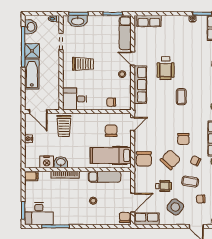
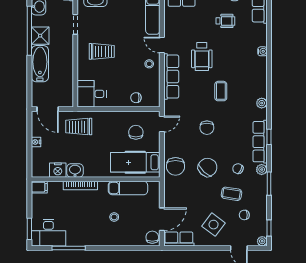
trolley: (64, 126) -> (79, 127), turned 90
chair: (183, 139) -> (207, 128), moved
wheelchair: (164, 186) -> (225, 21), moved

